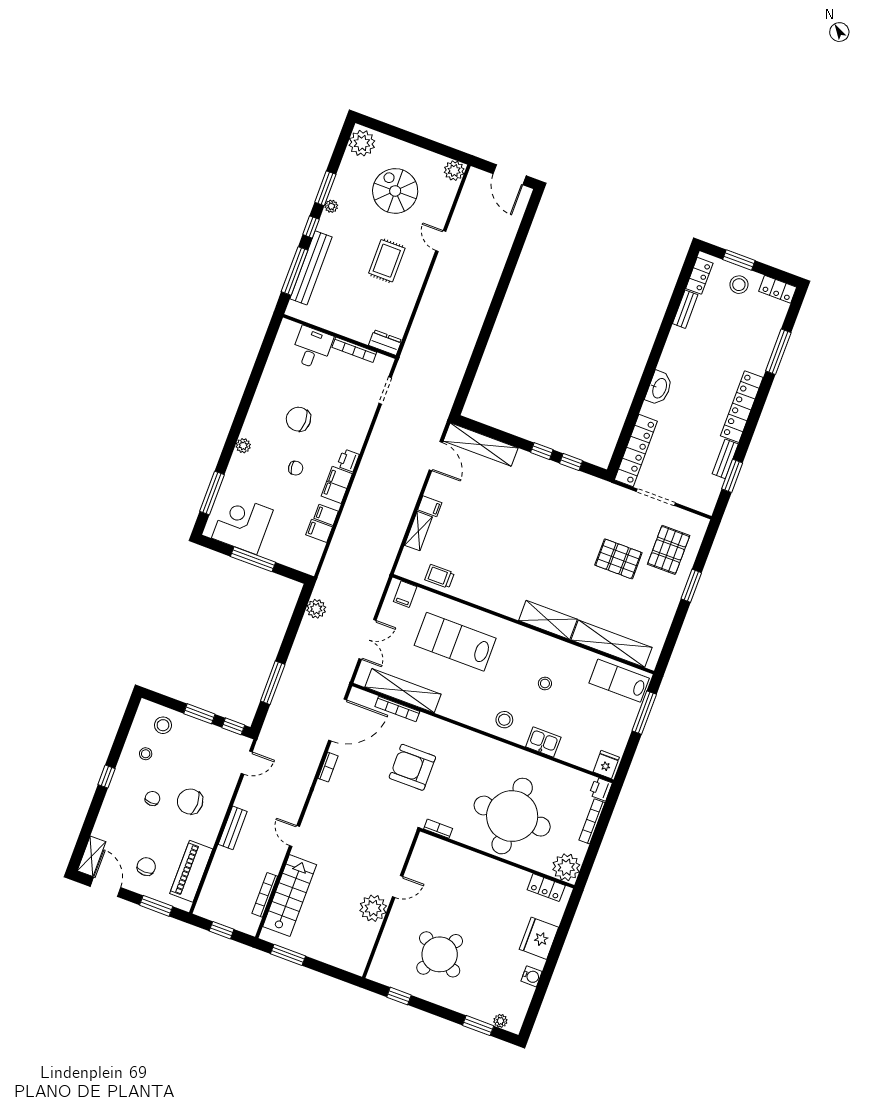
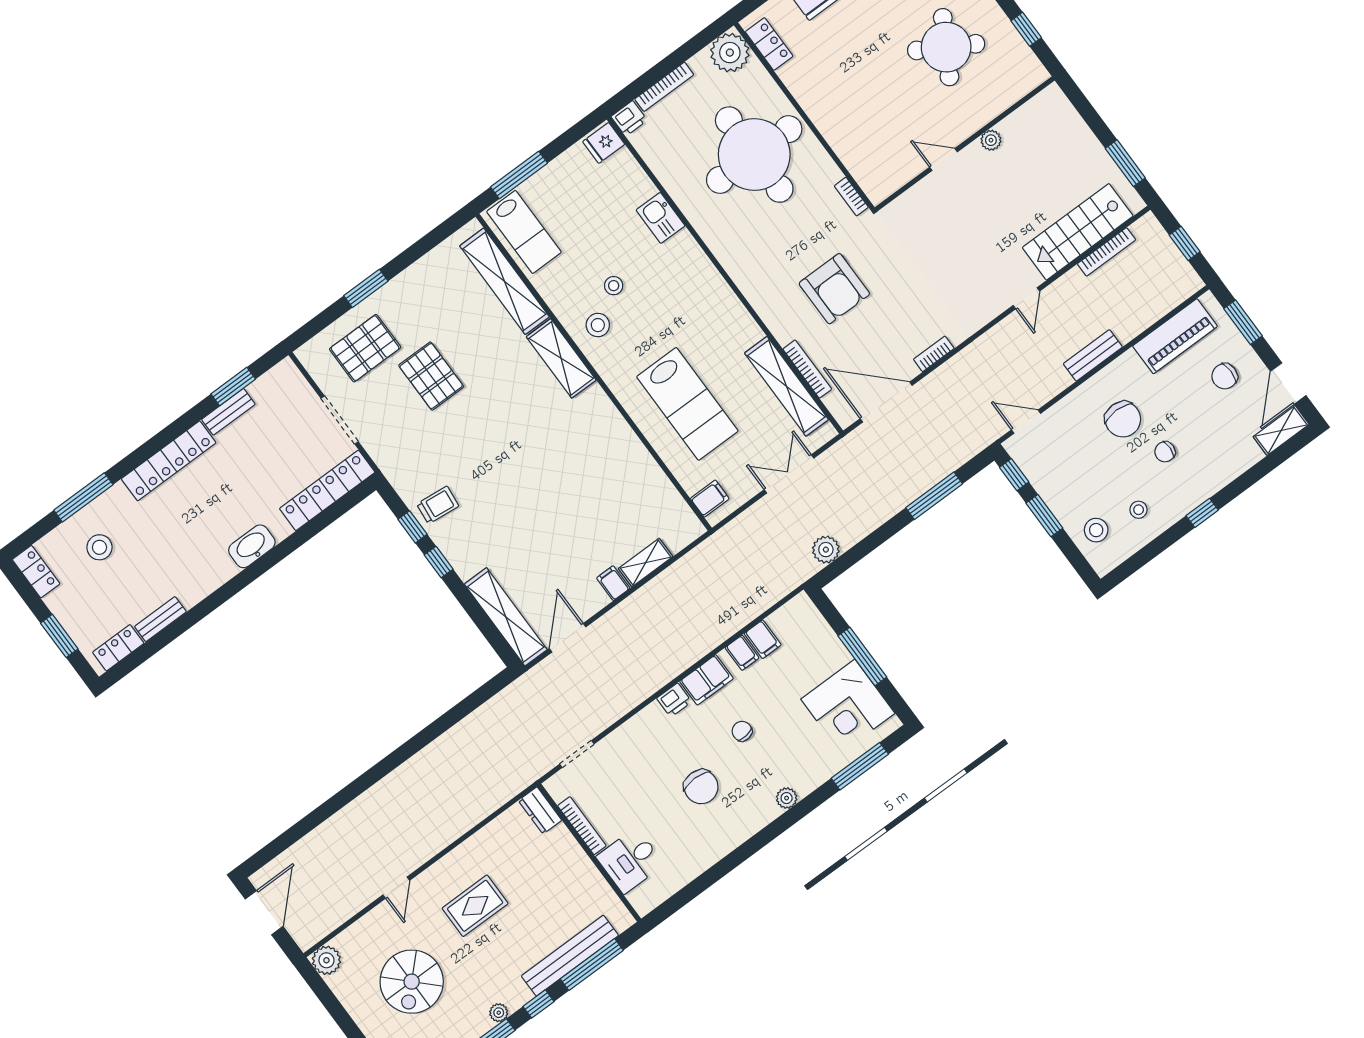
stool: (739, 285) -> (99, 547), moved
trolley: (440, 576) -> (438, 505), moved, turned -84
stool: (504, 720) -> (598, 325), moved
plant: (373, 908) -> (991, 140), width x0.53, depth x0.53

